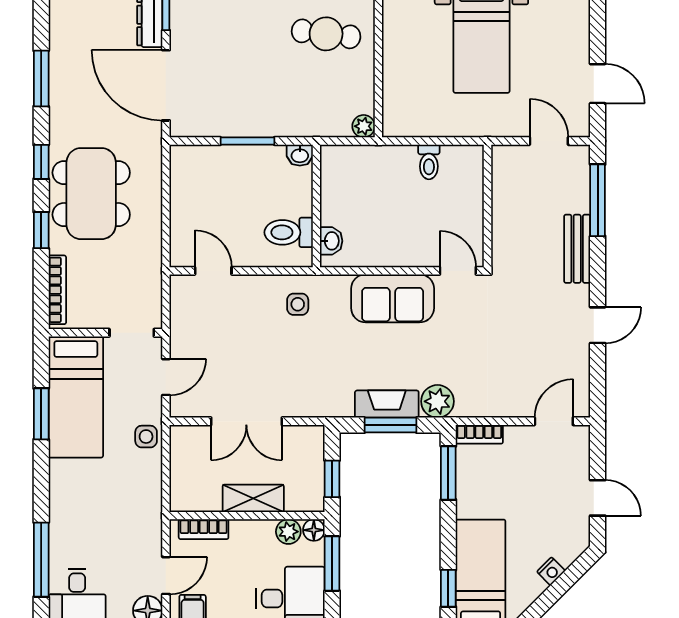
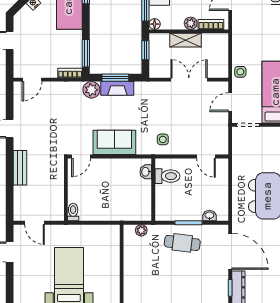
cafe table: (326, 34) -> (182, 243), moved
plant: (364, 126) -> (141, 230), moved
washbasin: (300, 155) -> (209, 216), moved
toilet: (429, 162) -> (73, 212), moved
window: (598, 200) -> (10, 193), removed
door: (458, 271) -> (81, 156), hinge flipped
plant: (288, 532) -> (191, 23), moved

